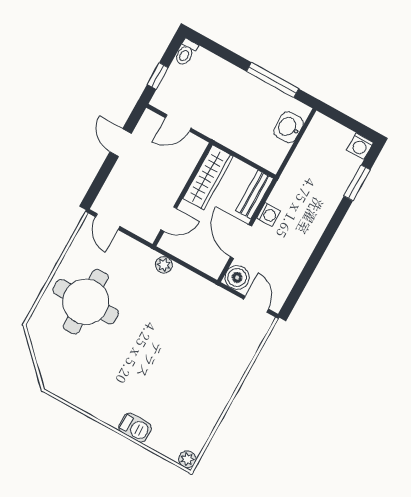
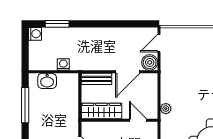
washing machine: (268, 215) -> (63, 64), moved

